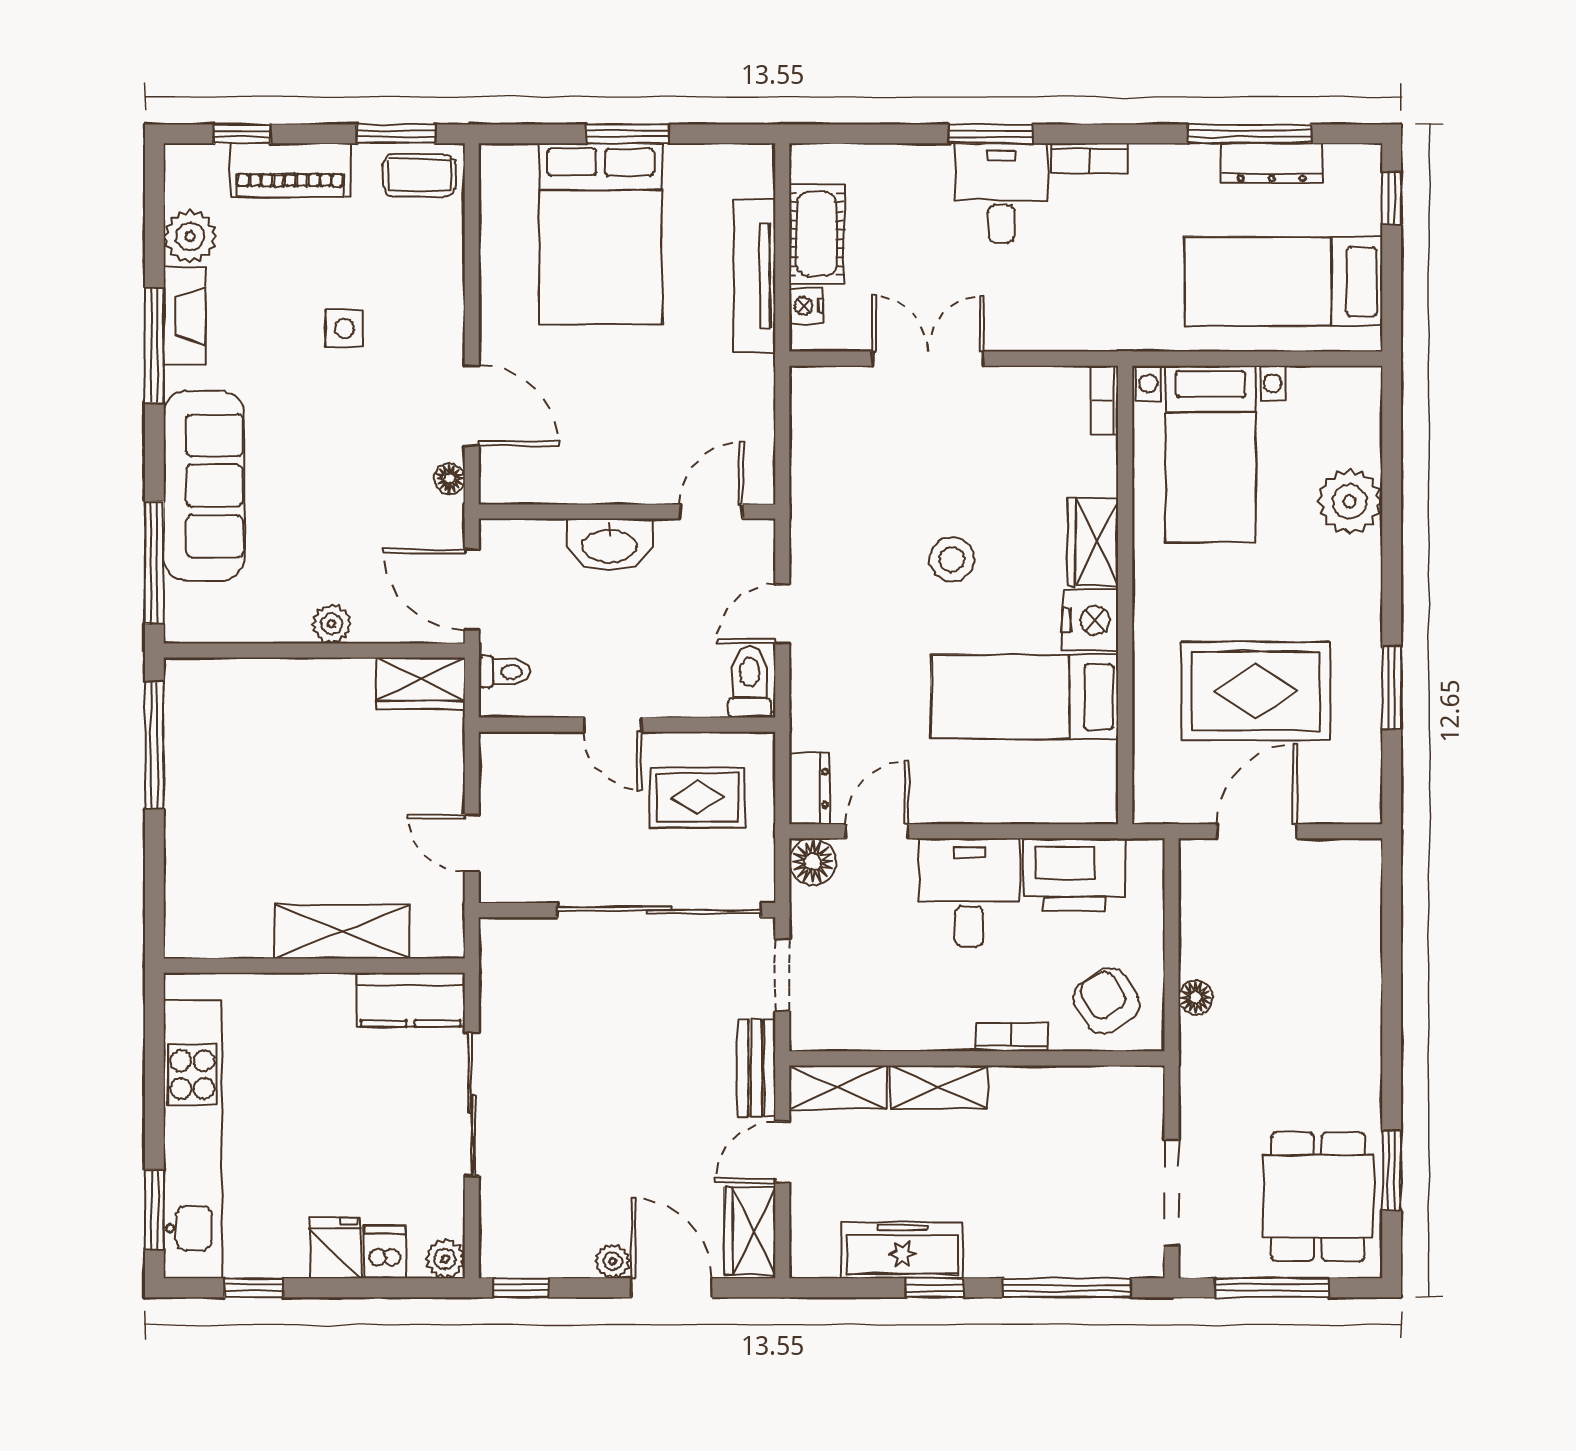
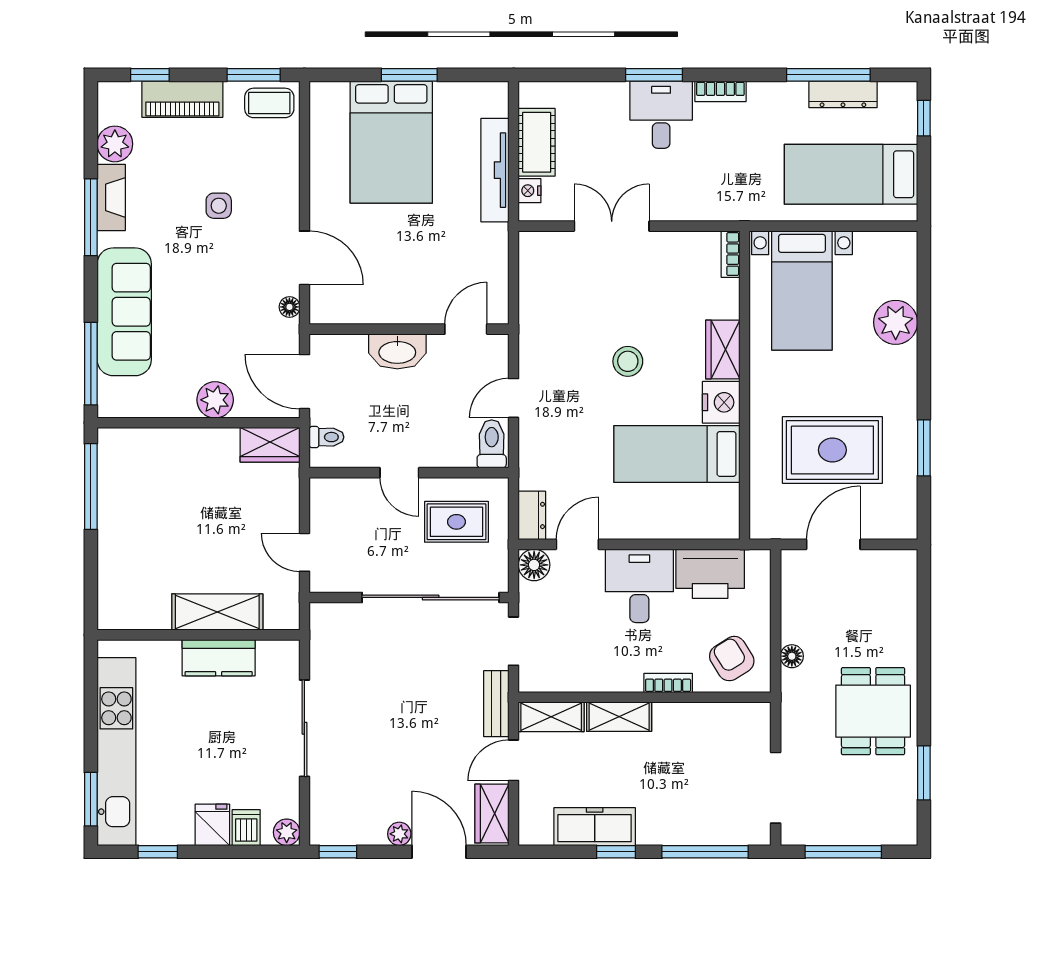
plant: (332, 624) -> (215, 400), width x1.38, depth x1.38
kitchen counter: (411, 1000) -> (219, 658), moved
dining table: (1318, 1197) -> (873, 711), moved

